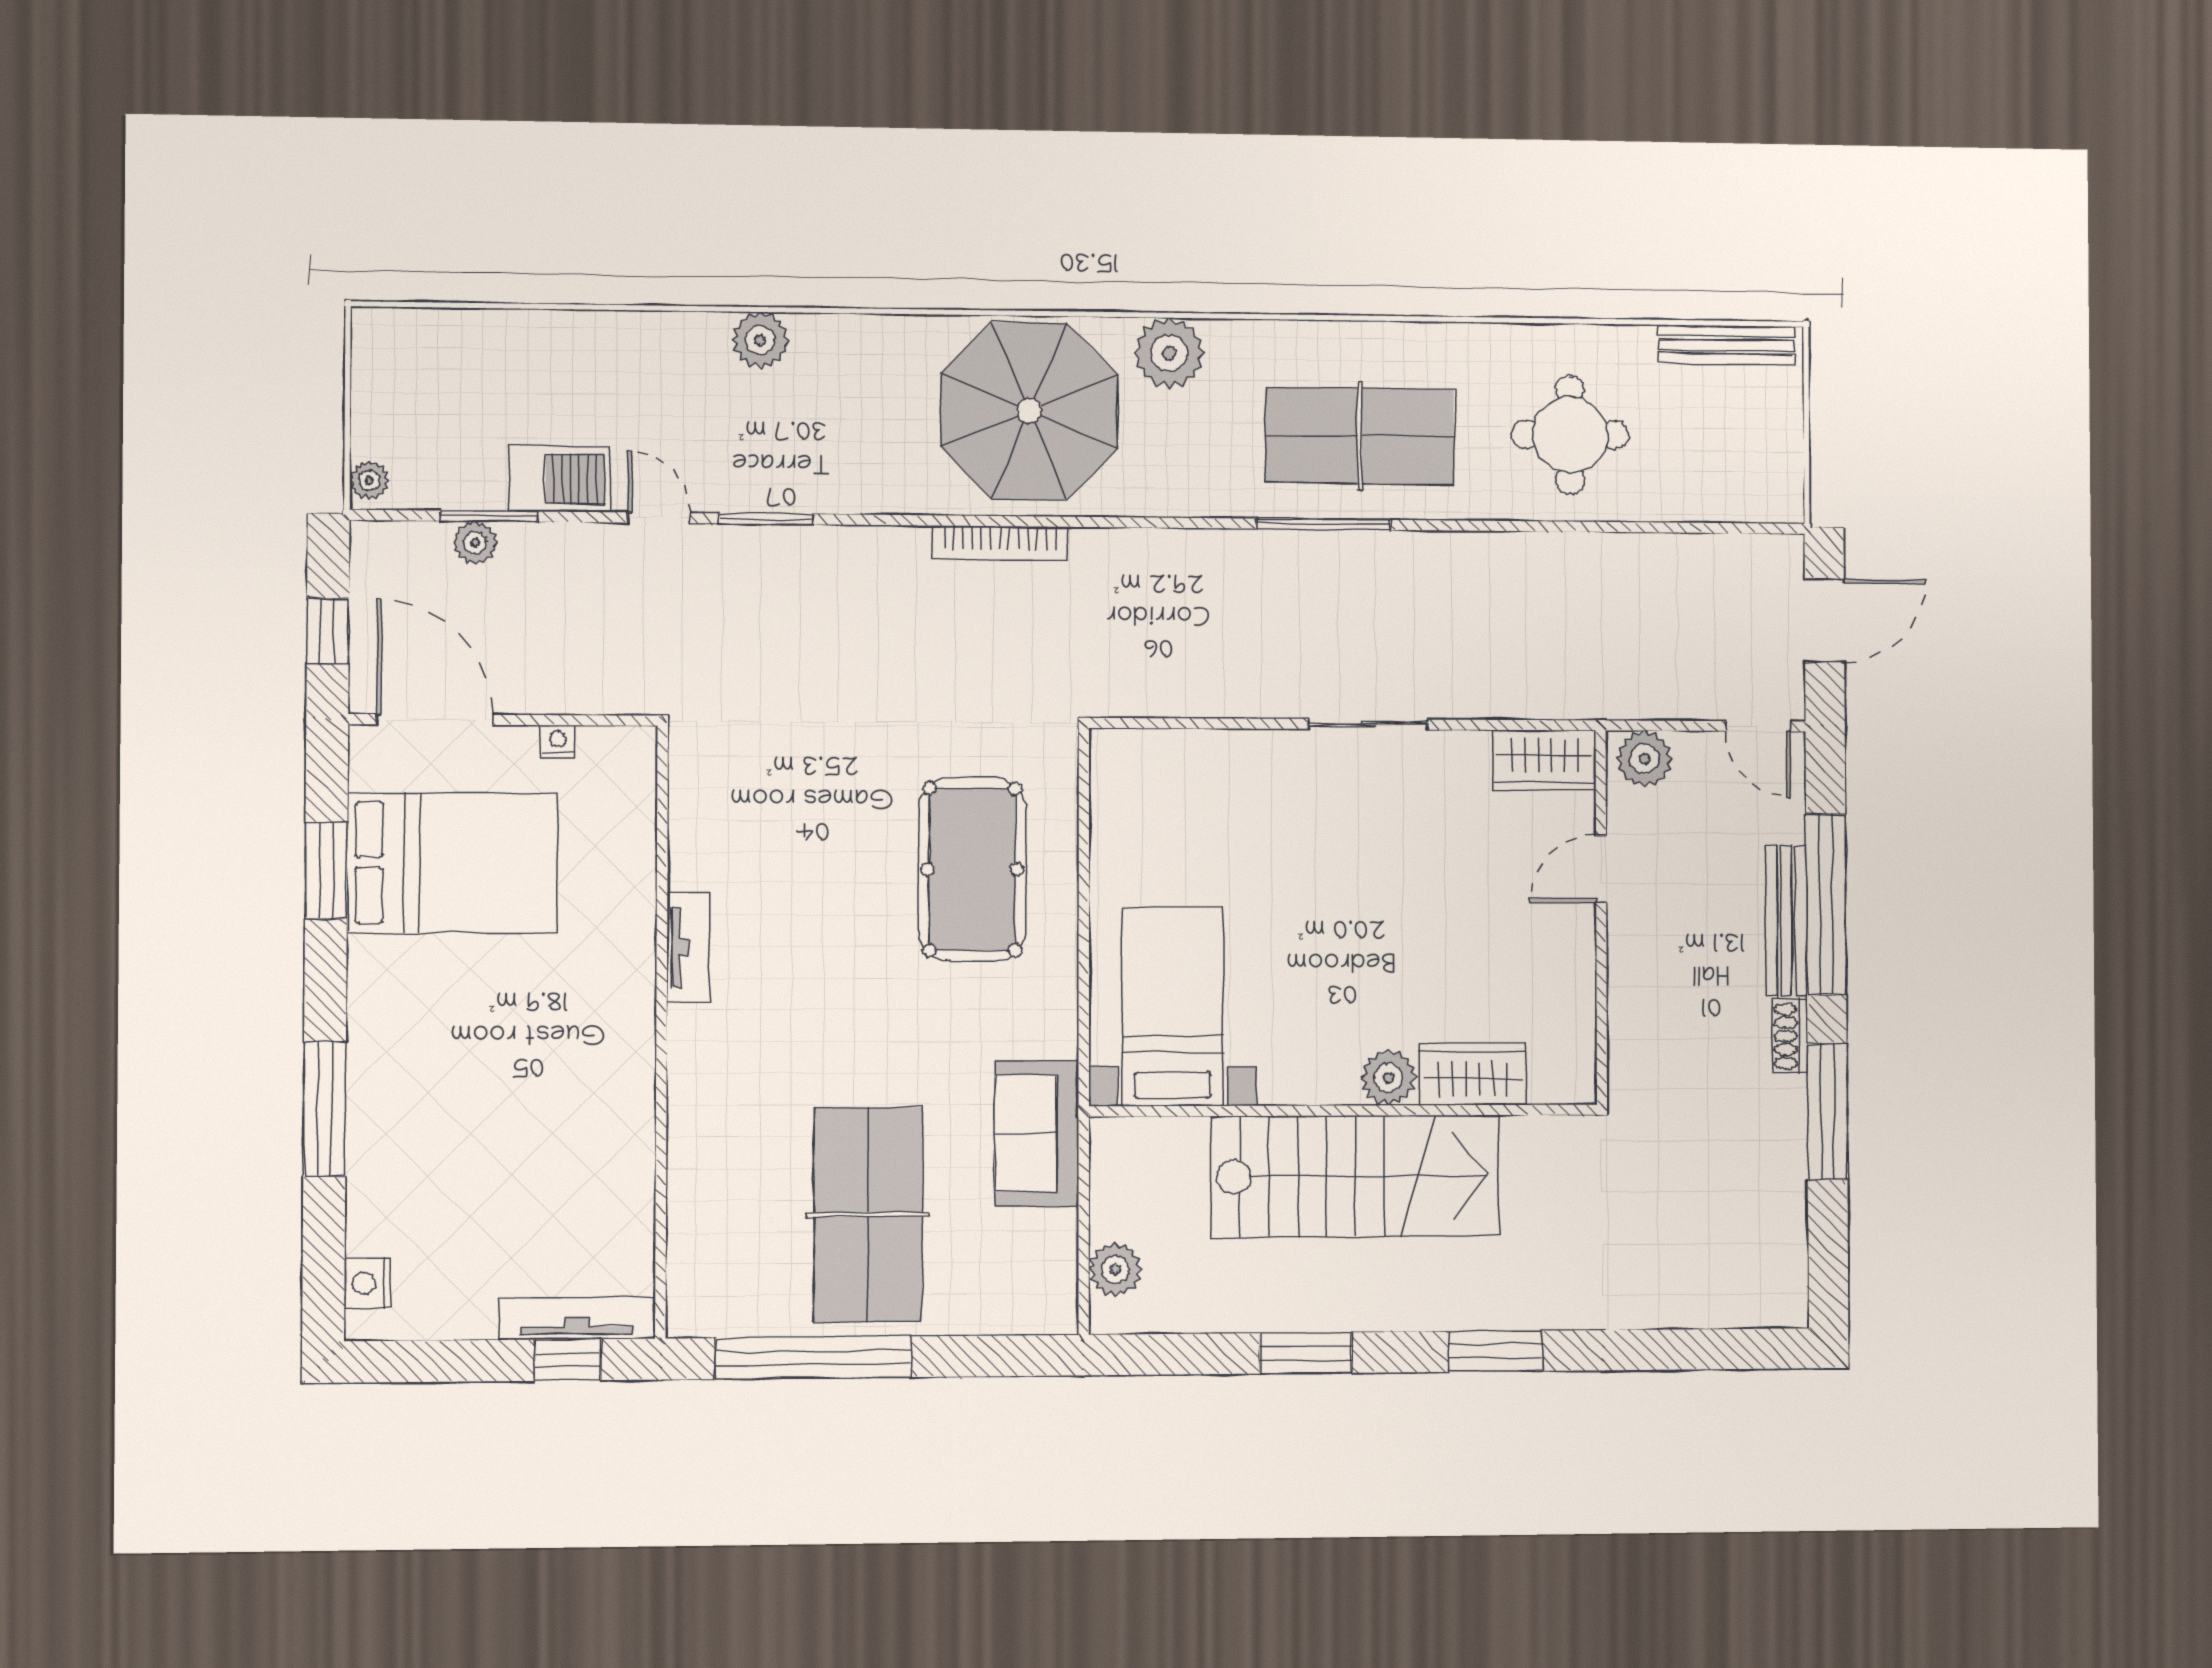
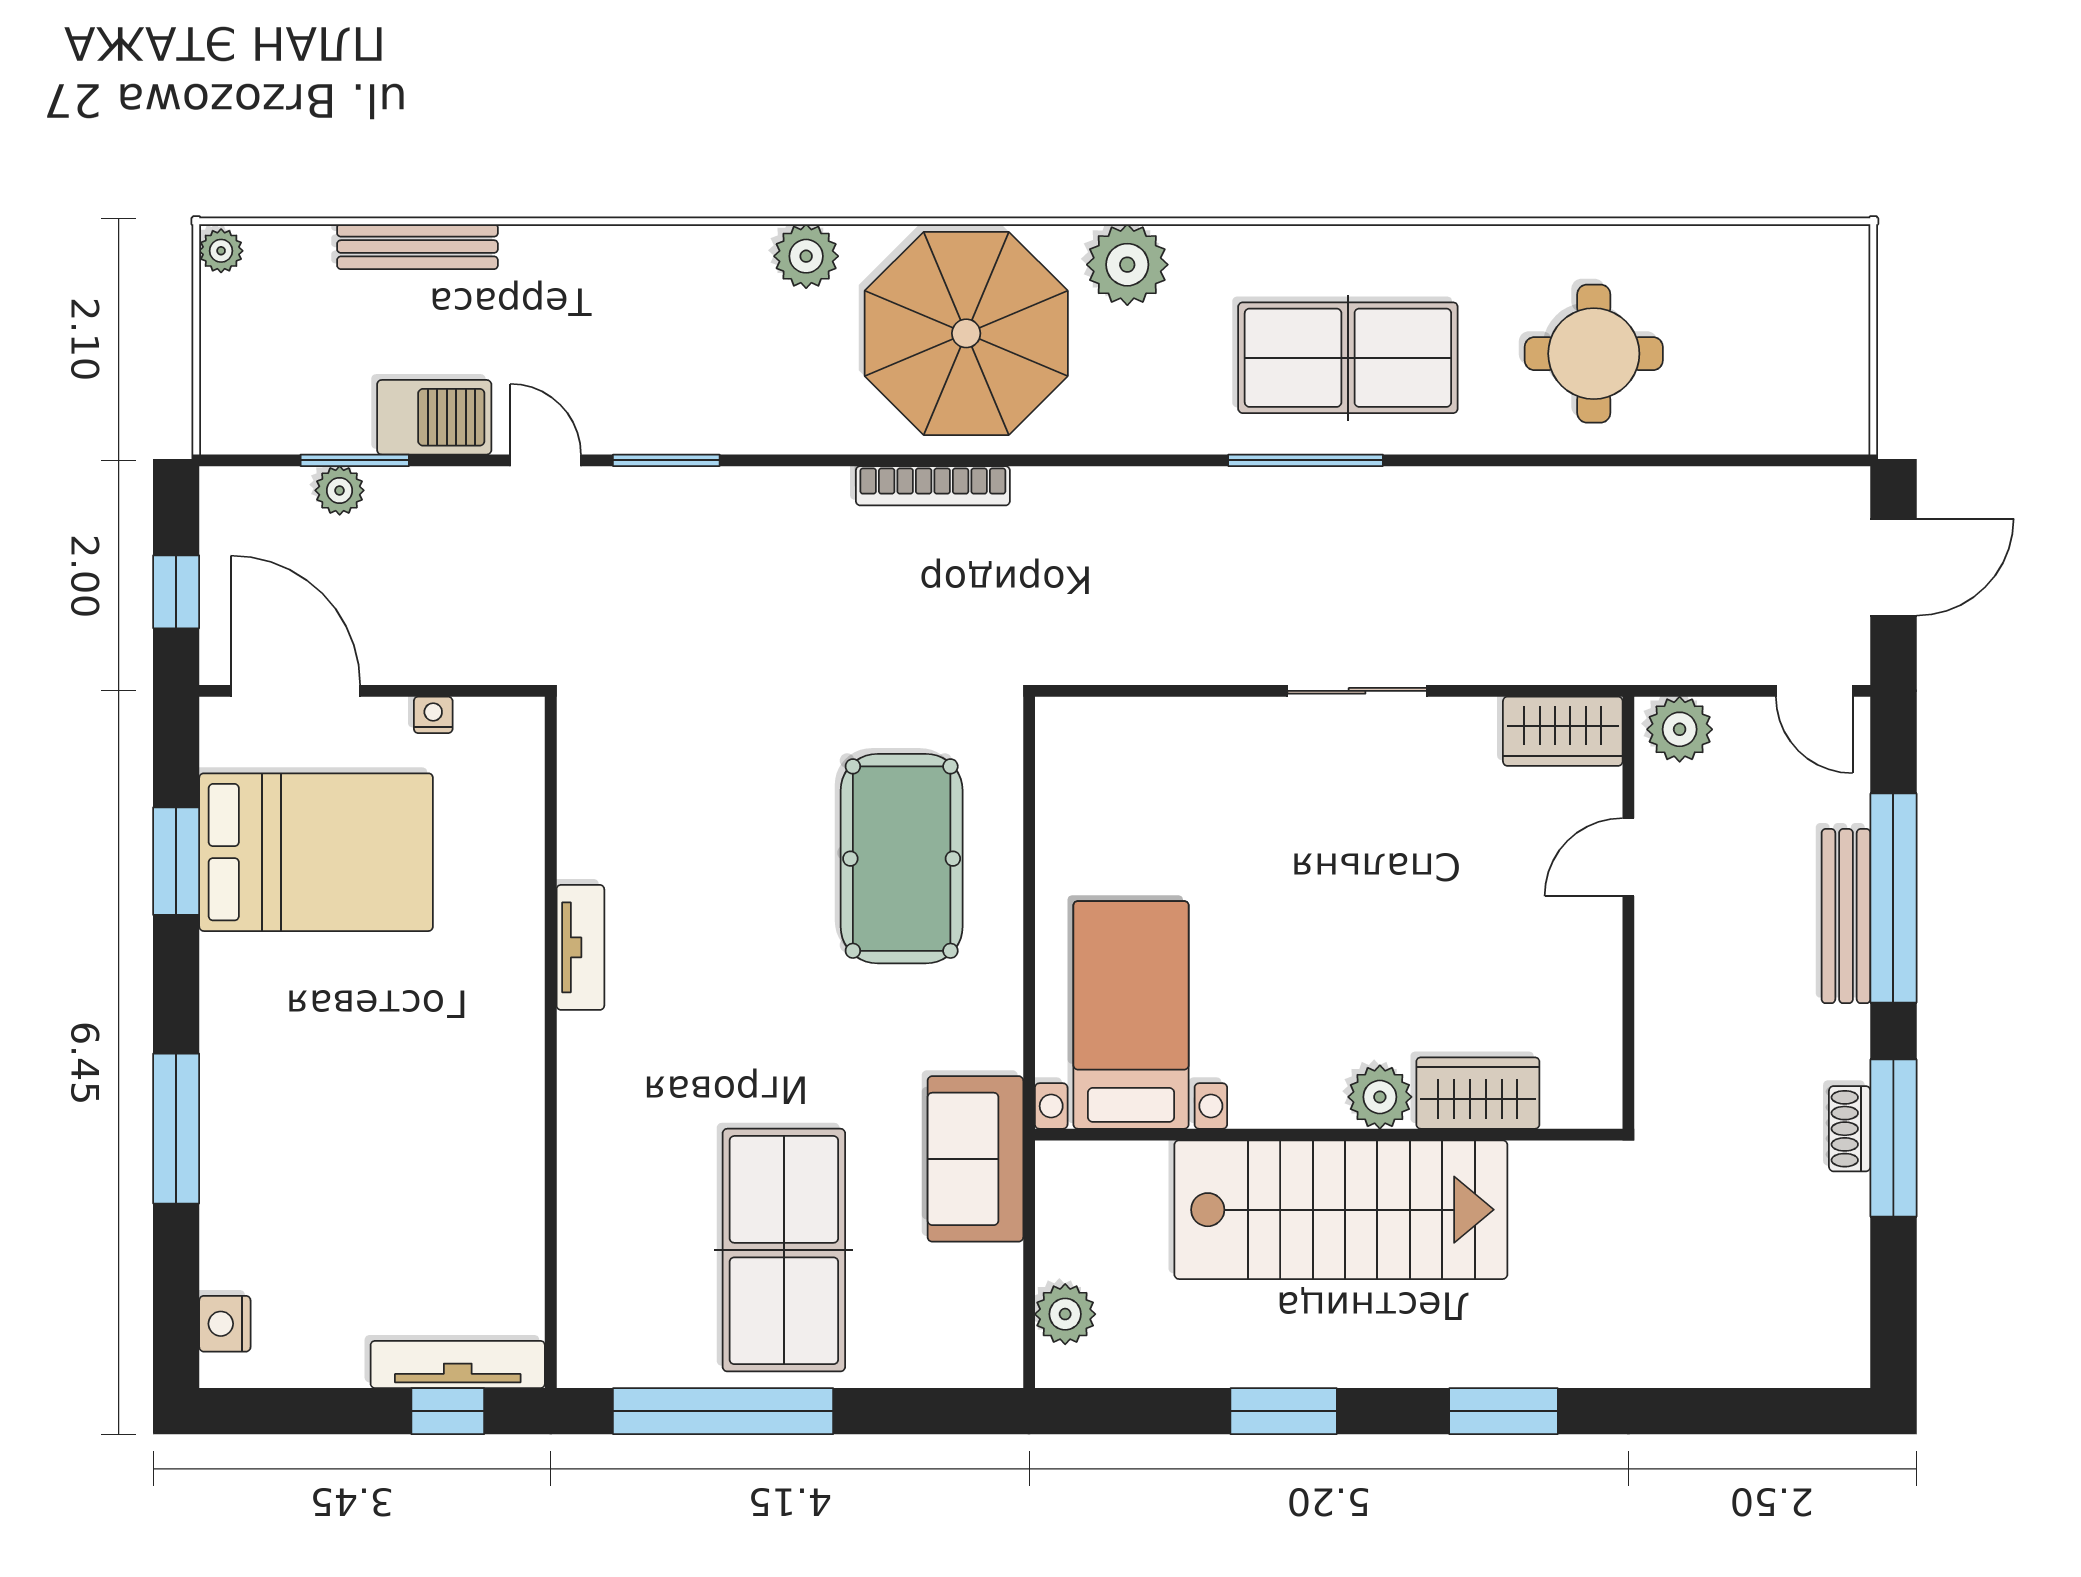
plant: (760, 340) -> (806, 256), moved
bench: (1726, 345) -> (417, 247), moved
plant: (369, 480) -> (221, 251), moved
shoe rack: (1790, 1036) -> (1850, 1129), moved

